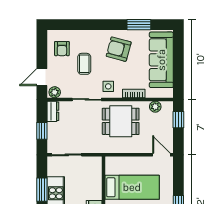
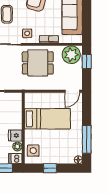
plant: (155, 107) -> (71, 55), width x1.87, depth x1.87
door: (161, 155) -> (72, 91), swing flipped

